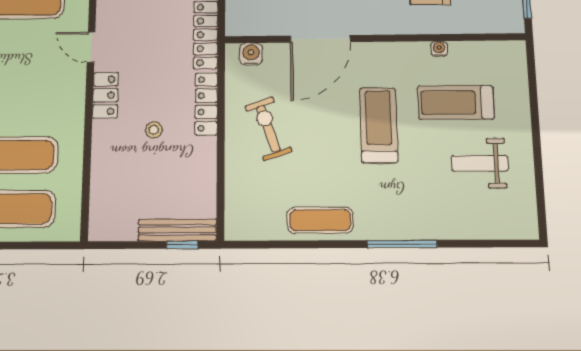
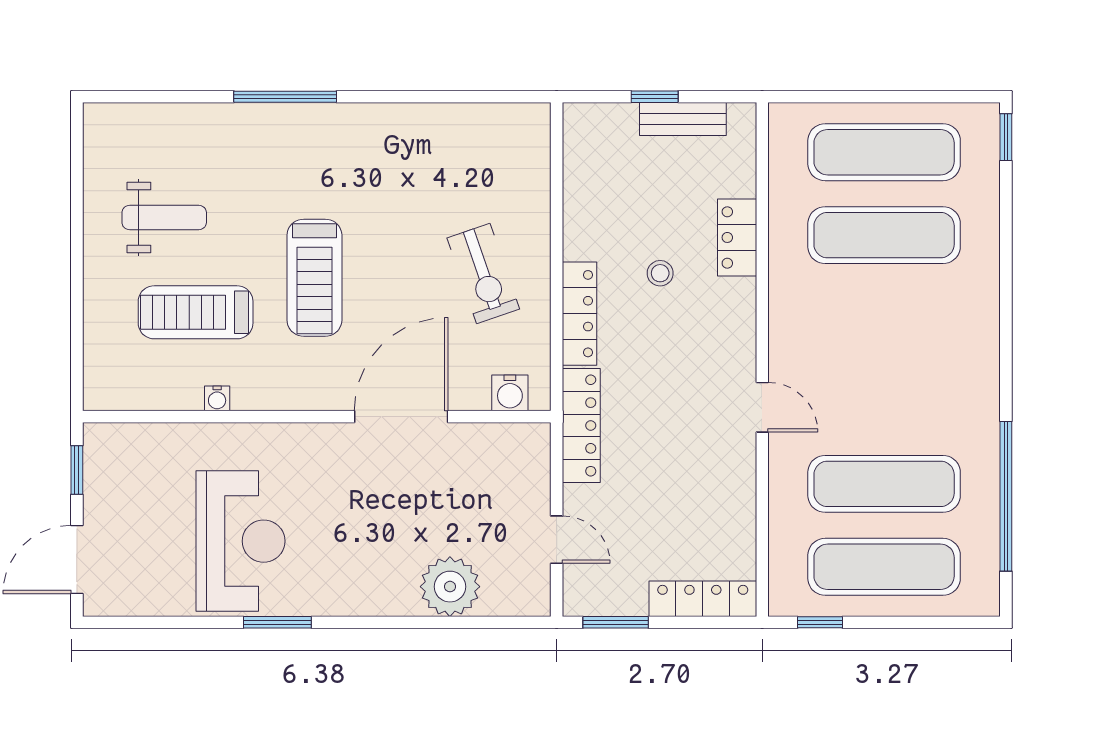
locker: (105, 95) -> (737, 237), moved
treadmill: (456, 102) -> (196, 312), turned 180
exercise mat: (320, 220) -> (407, 133), removed
bench: (177, 230) -> (683, 119), moved, width x0.73
window: (182, 245) -> (655, 97), moved

